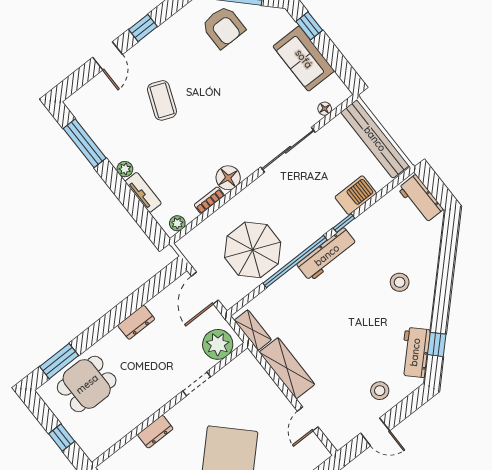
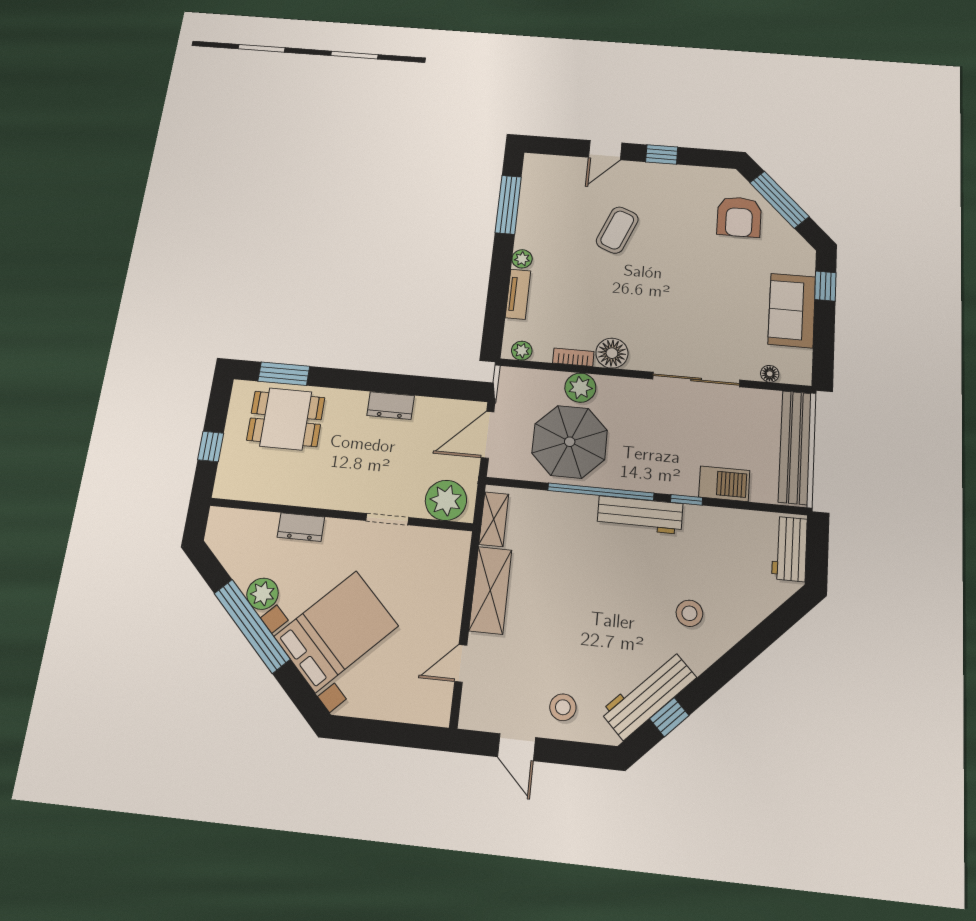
plant: (230, 214) -> (580, 388), added
workbench: (415, 352) -> (648, 695), width x1.37

